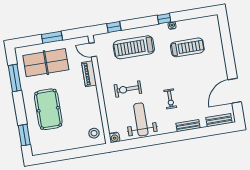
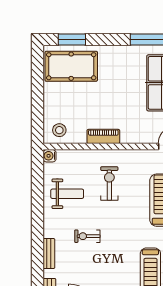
piano: (89, 74) -> (103, 136), moved
pool table: (48, 109) -> (71, 66), moved
weight bench: (141, 119) -> (67, 194), width x0.73, depth x0.75

